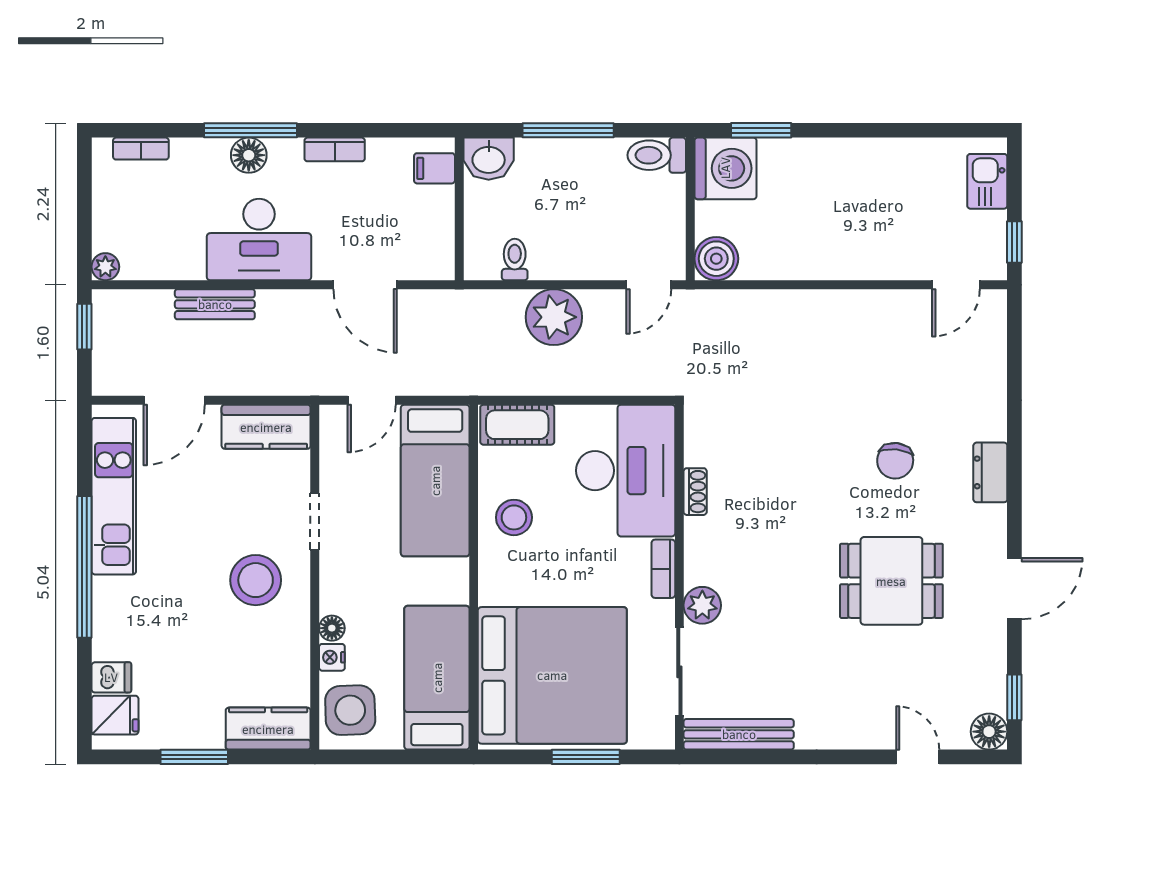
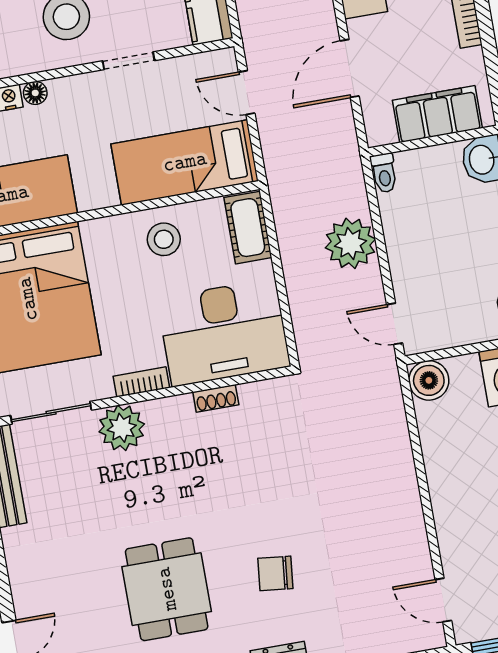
filing cabinet: (434, 168) -> (437, 114), width x3.00, depth x1.17
toilet: (515, 260) -> (384, 173), moved, turned 90
plant: (702, 605) -> (122, 428), width x1.36, depth x1.36

